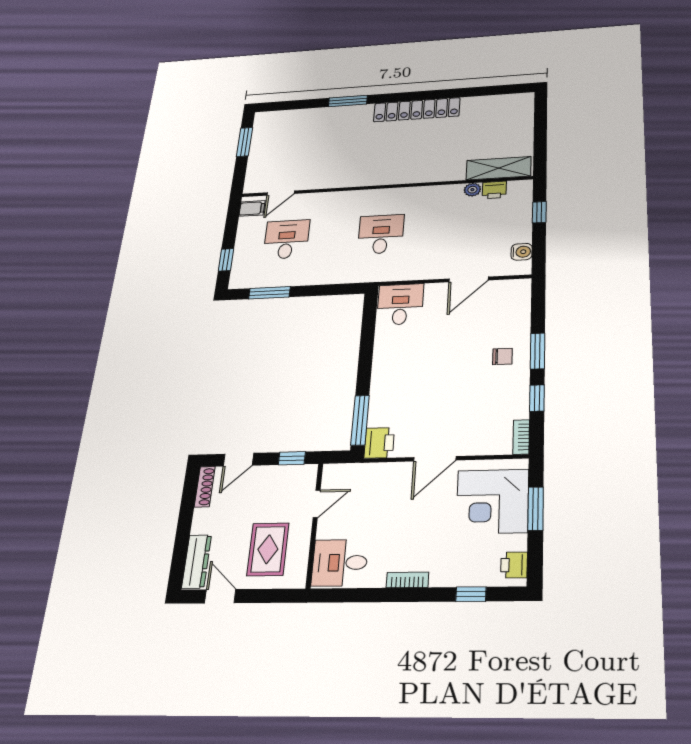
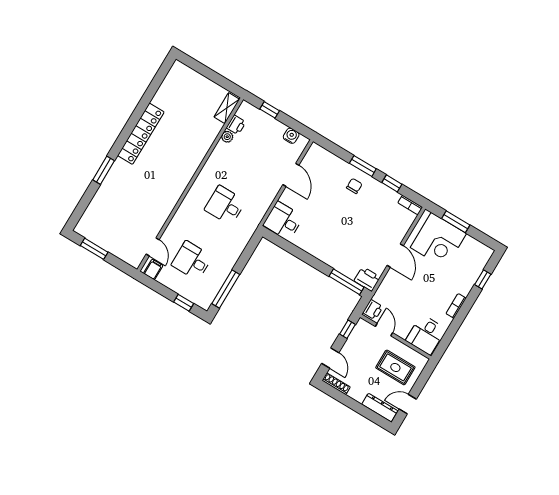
shelving: (499, 168) -> (227, 108), width x0.67, depth x0.75
window: (269, 293) -> (226, 289), width x1.44
printer: (514, 565) -> (373, 310), moved, turned -90

